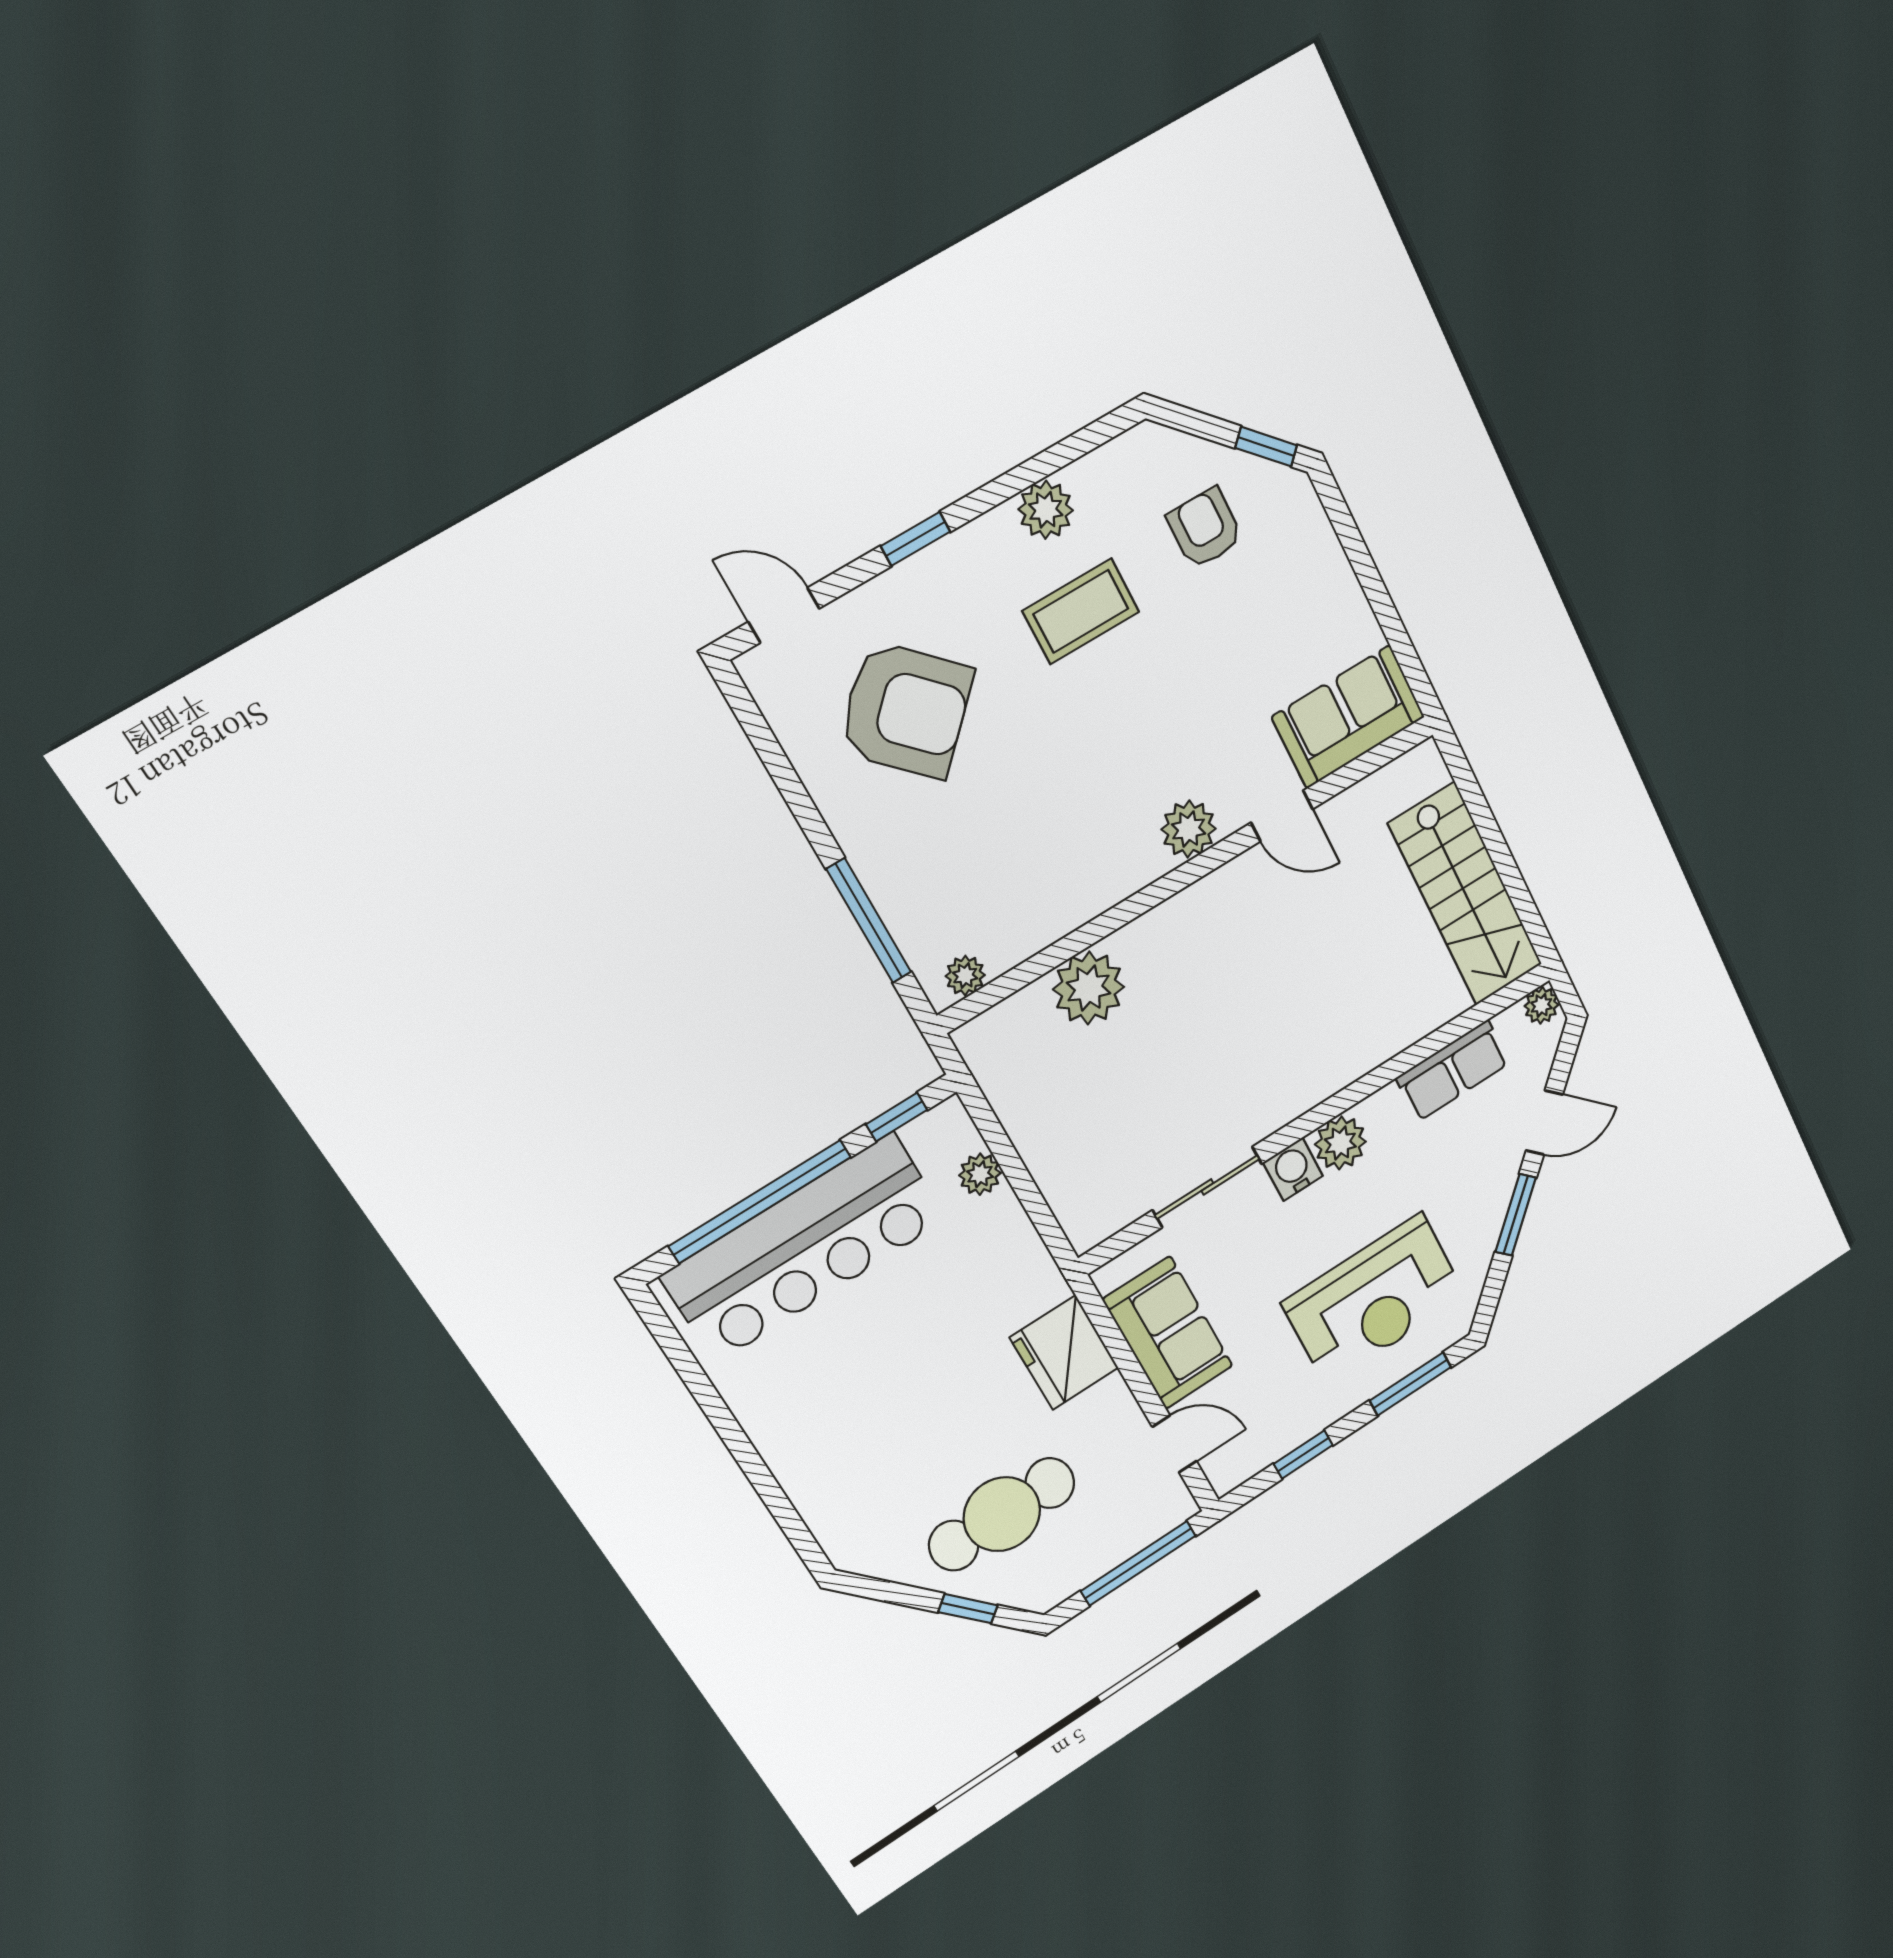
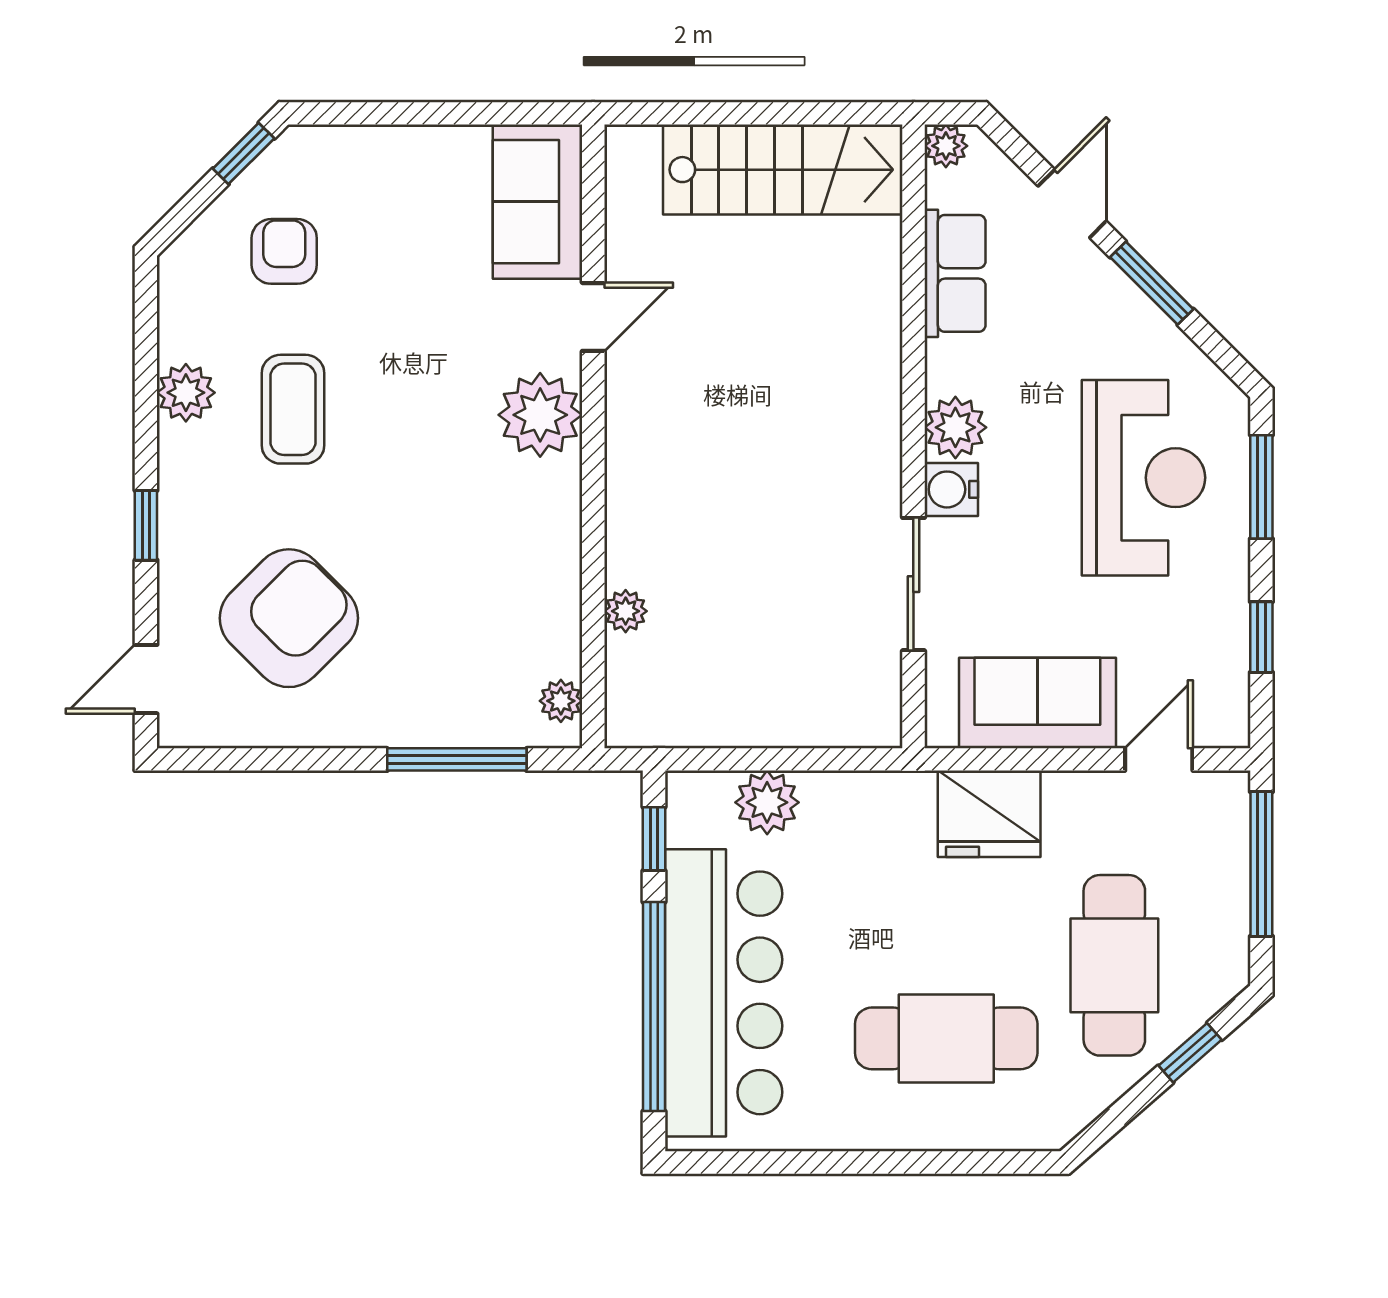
armchair: (1205, 528) -> (284, 251), turned 90
plant: (1189, 829) -> (540, 415), width x1.36, depth x1.36
plant: (1089, 988) -> (626, 611), width x0.53, depth x0.53
plant: (980, 1174) -> (767, 802), width x1.38, depth x1.38
cafe table: (872, 1434) -> (946, 1038), added

